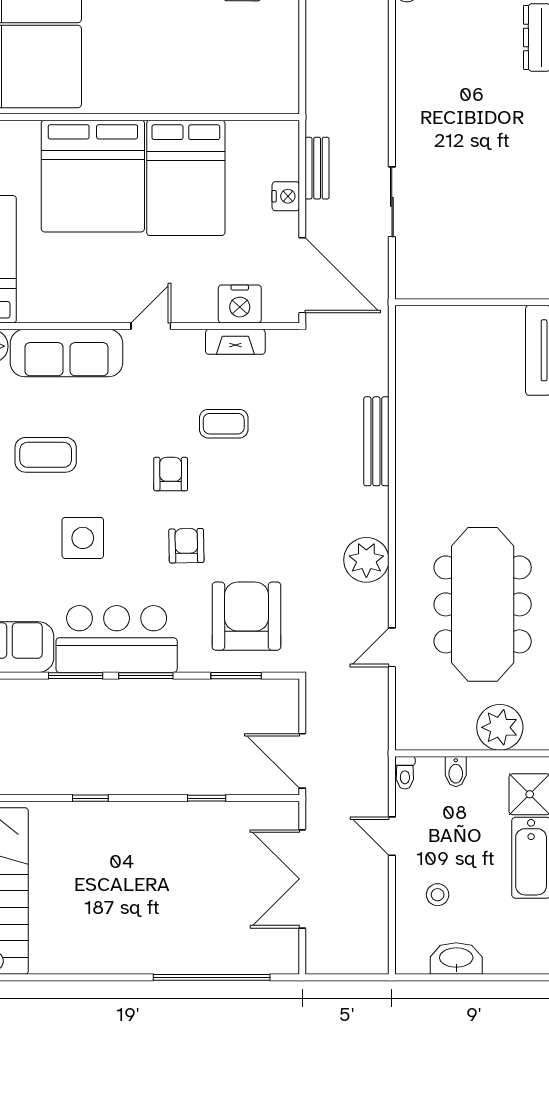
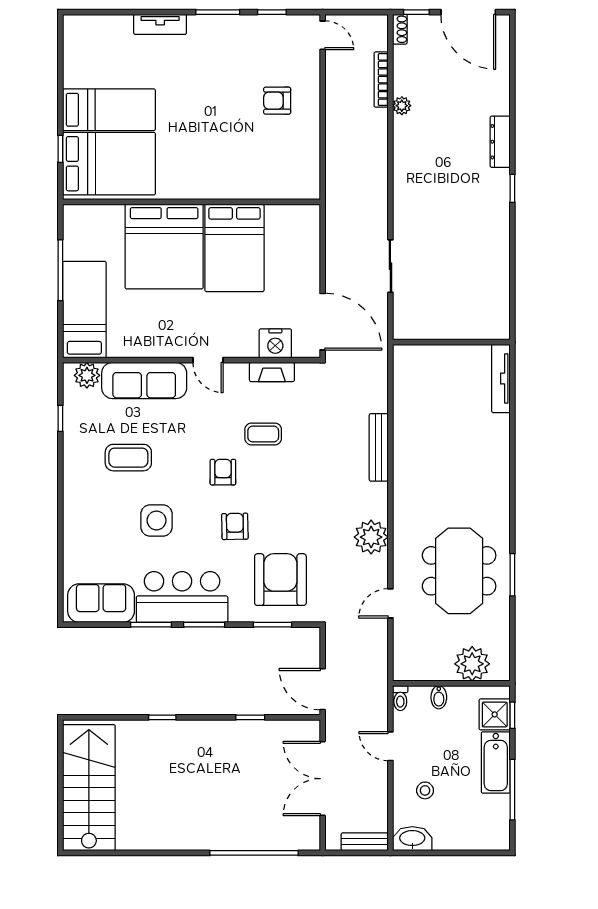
bench: (317, 168) -> (365, 842), moved, turned 90
nightstand: (286, 196) -> (310, 262), removed
door: (151, 326) -> (208, 360), swing flipped
meeting table: (483, 604) -> (459, 571), width x0.73
washbasin: (456, 958) -> (412, 839), moved

